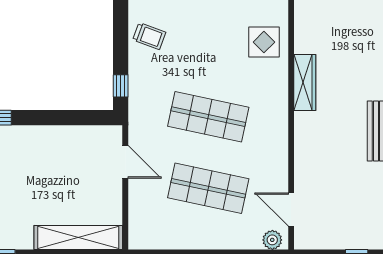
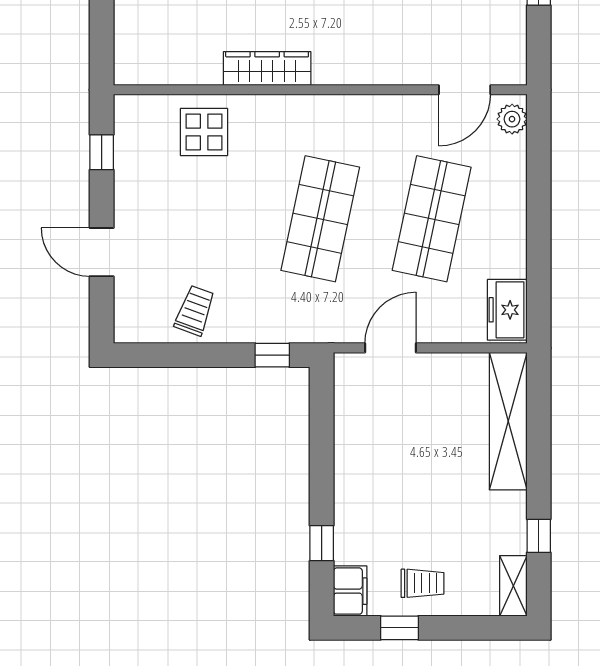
freezer: (150, 237) -> (507, 310), added

